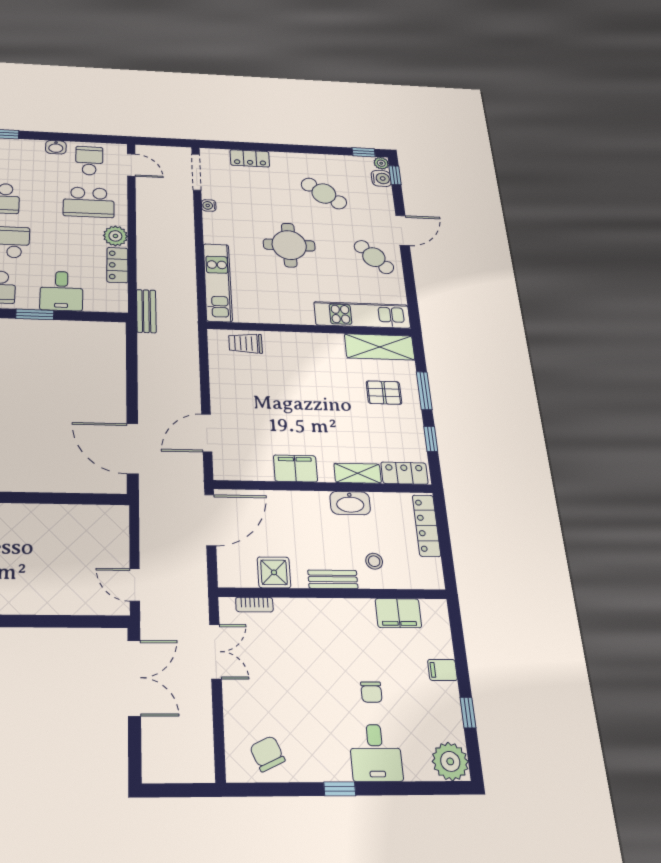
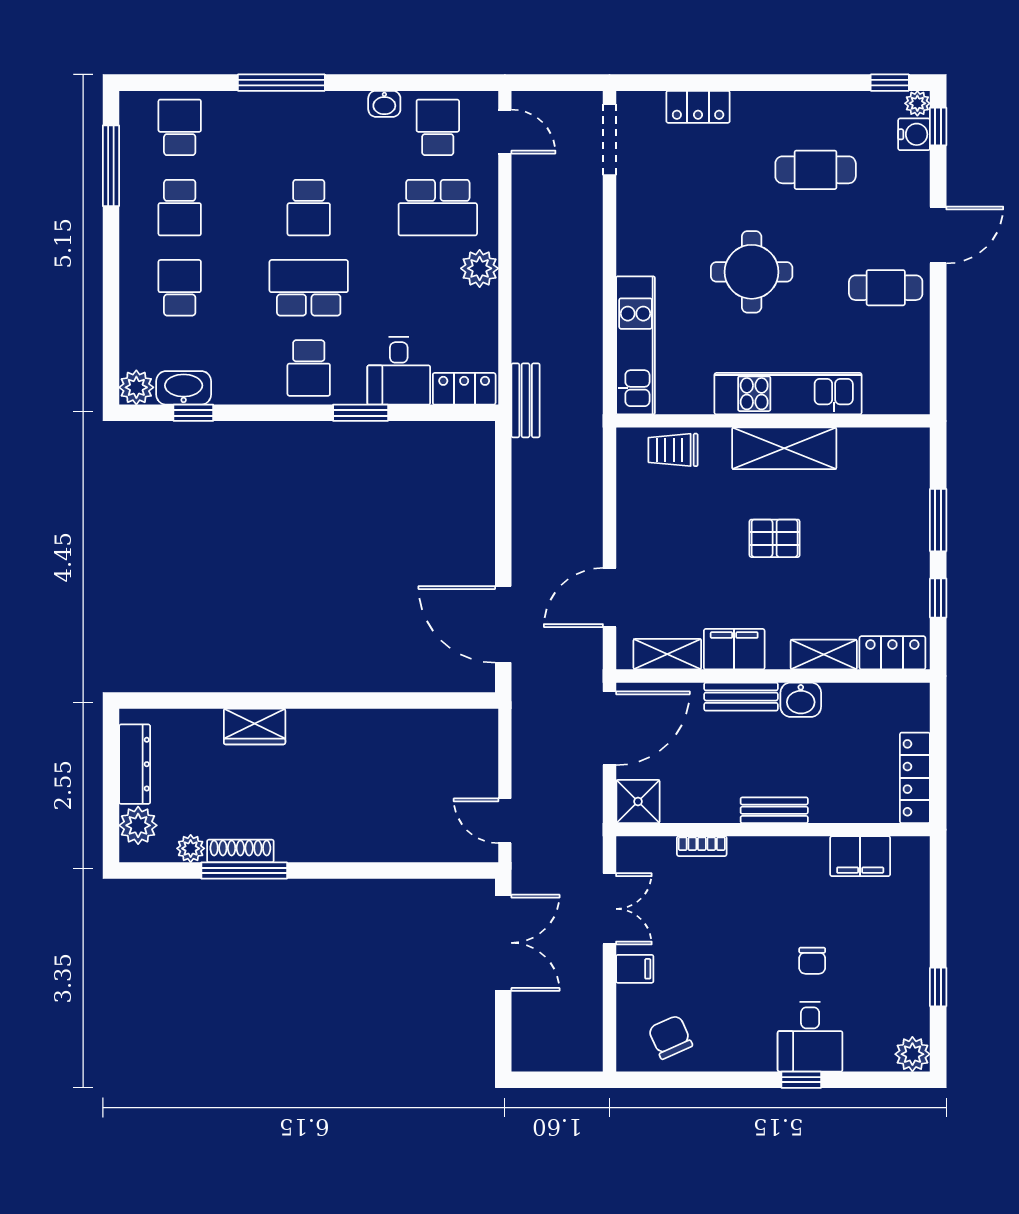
cafe table: (324, 193) -> (816, 170), turned -35
water cooler: (209, 205) -> (627, 203), removed
cafe table: (374, 257) -> (886, 288), turned -46
locker: (117, 265) -> (464, 389), moved, turned 90
kitchen unit: (362, 315) -> (788, 394), moved
shelving: (380, 347) -> (784, 448), moved
pallet: (384, 393) -> (775, 538), moved
shelving: (249, 471) -> (667, 654), added
bench: (303, 500) -> (741, 697), added
washbasin: (350, 503) -> (801, 700), width x0.72
locker: (427, 526) -> (915, 778), moved
stool: (374, 561) -> (834, 784), removed
shower: (274, 572) -> (638, 801), moved
bookcase: (254, 605) -> (702, 846), moved
filing cabinet: (442, 670) -> (635, 969), moved, turned 180
plant: (450, 761) -> (912, 1054), width x0.73, depth x0.73
window: (340, 789) -> (801, 1080), moved

